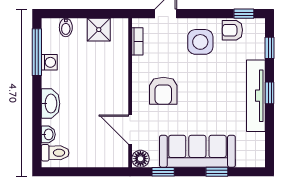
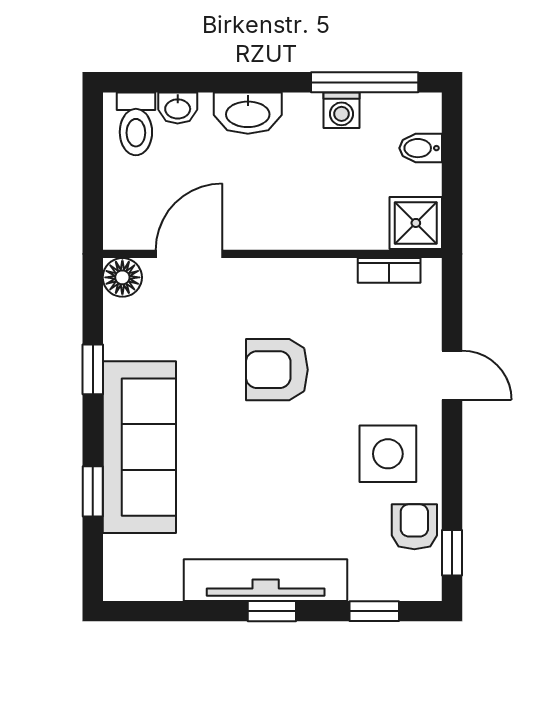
bookcase: (137, 41) -> (389, 270), moved
wall: (130, 93) -> (272, 254), moved
door: (130, 129) -> (189, 254), moved
floor lamp: (140, 159) -> (122, 277), moved

